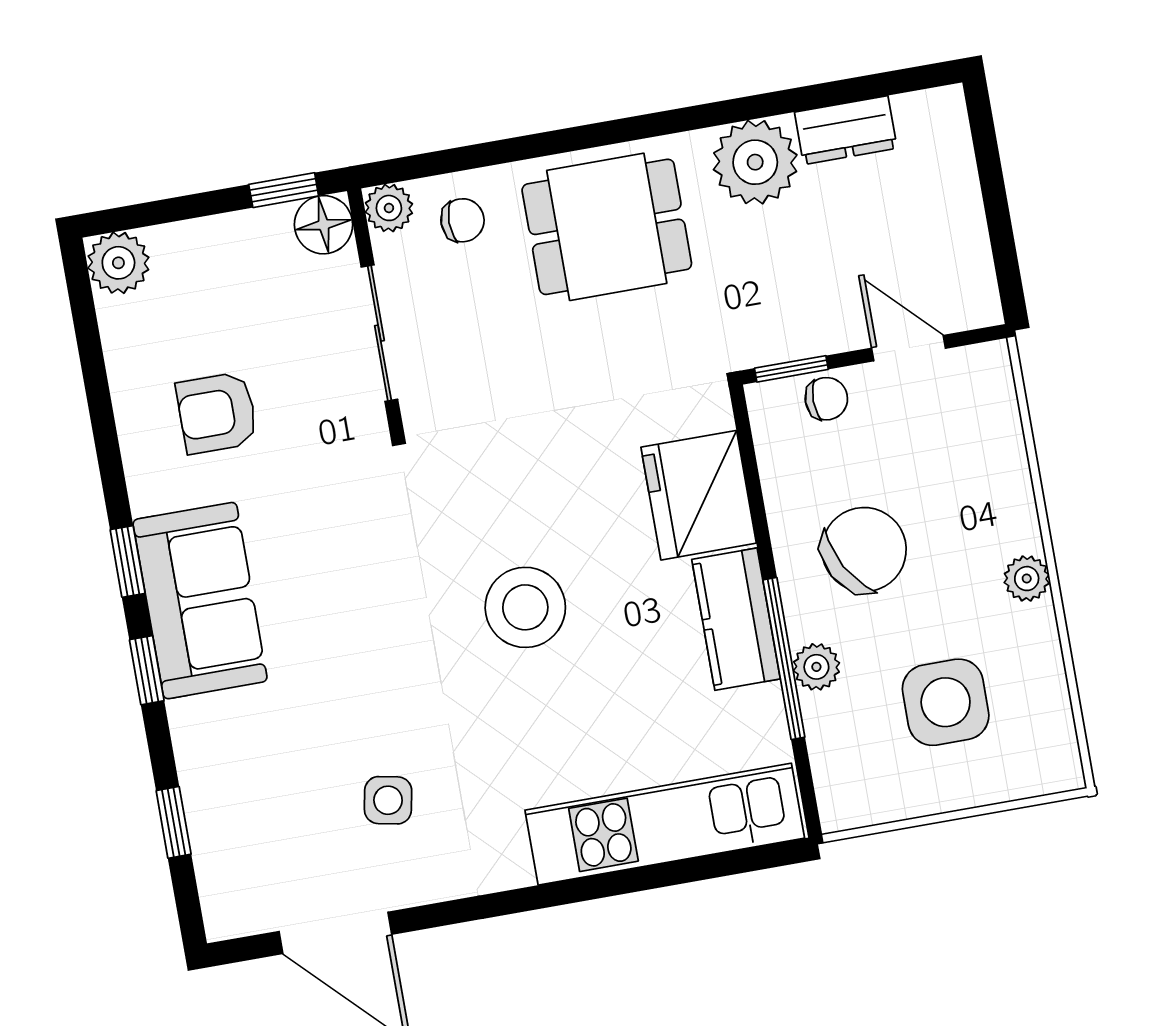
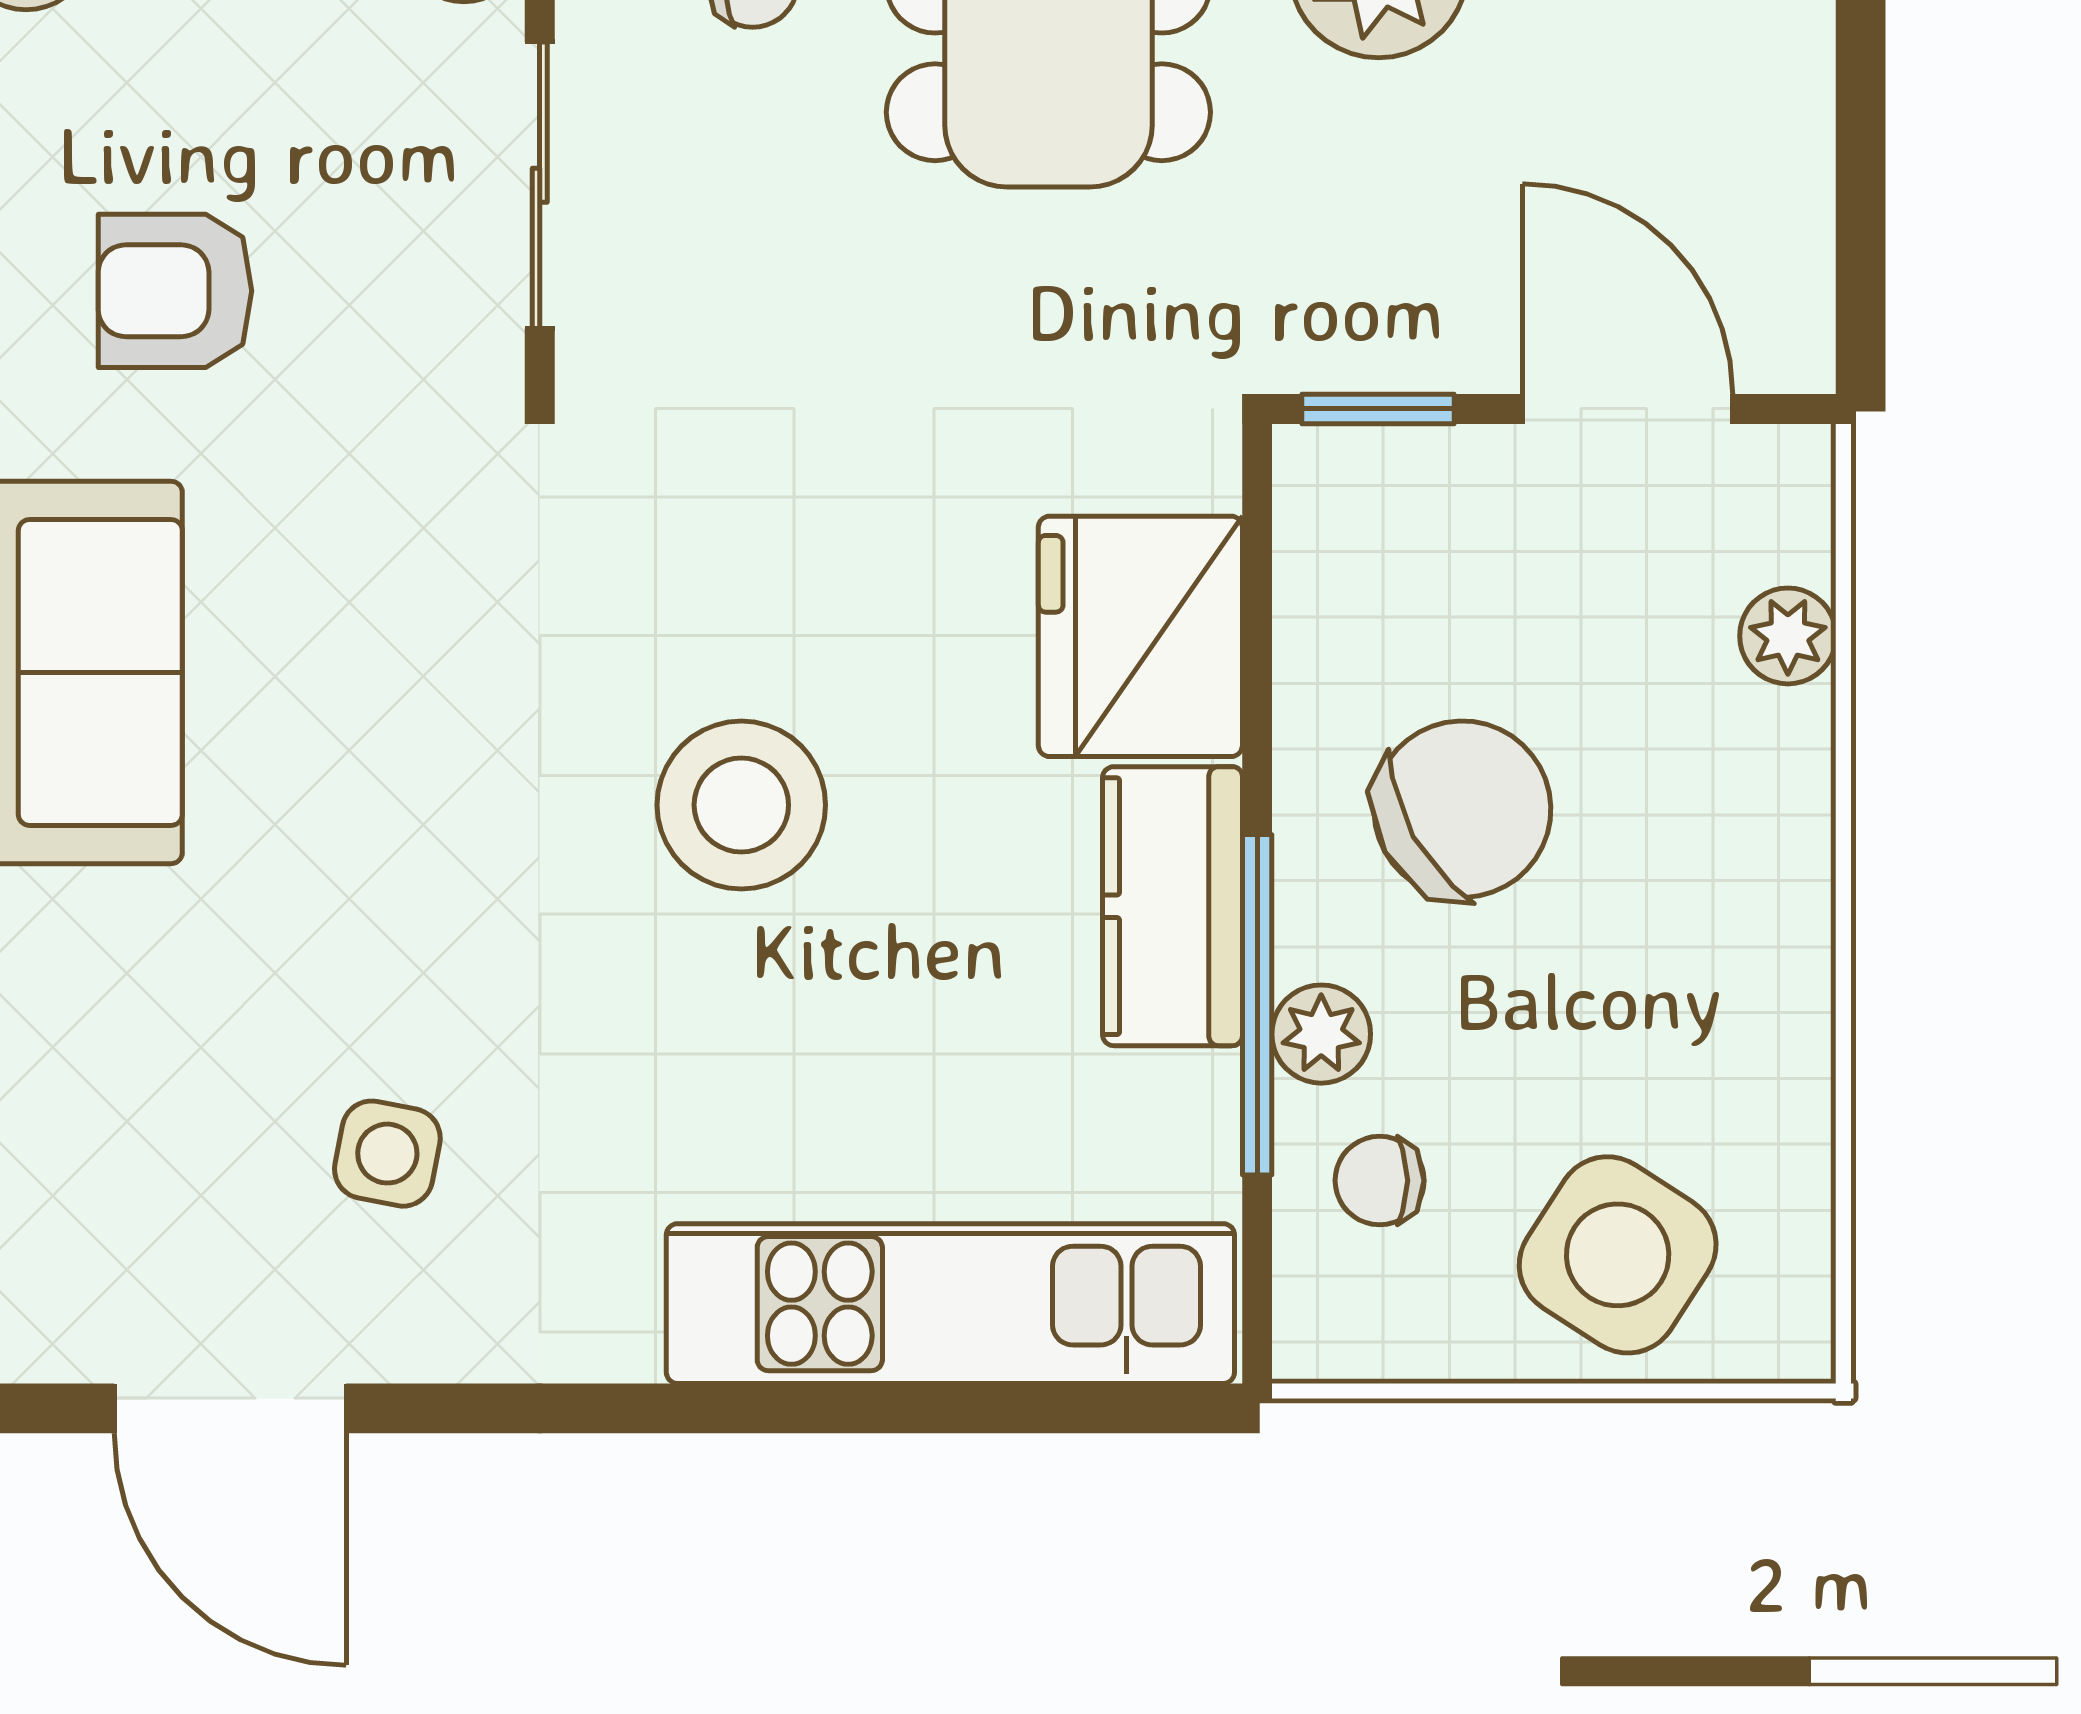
door: (908, 348) -> (1628, 409), width x1.38
chair: (826, 399) -> (1380, 1181), moved, turned 180
plant: (1027, 579) -> (1788, 636), moved
side table: (946, 702) -> (1618, 1255), moved, turned 33

